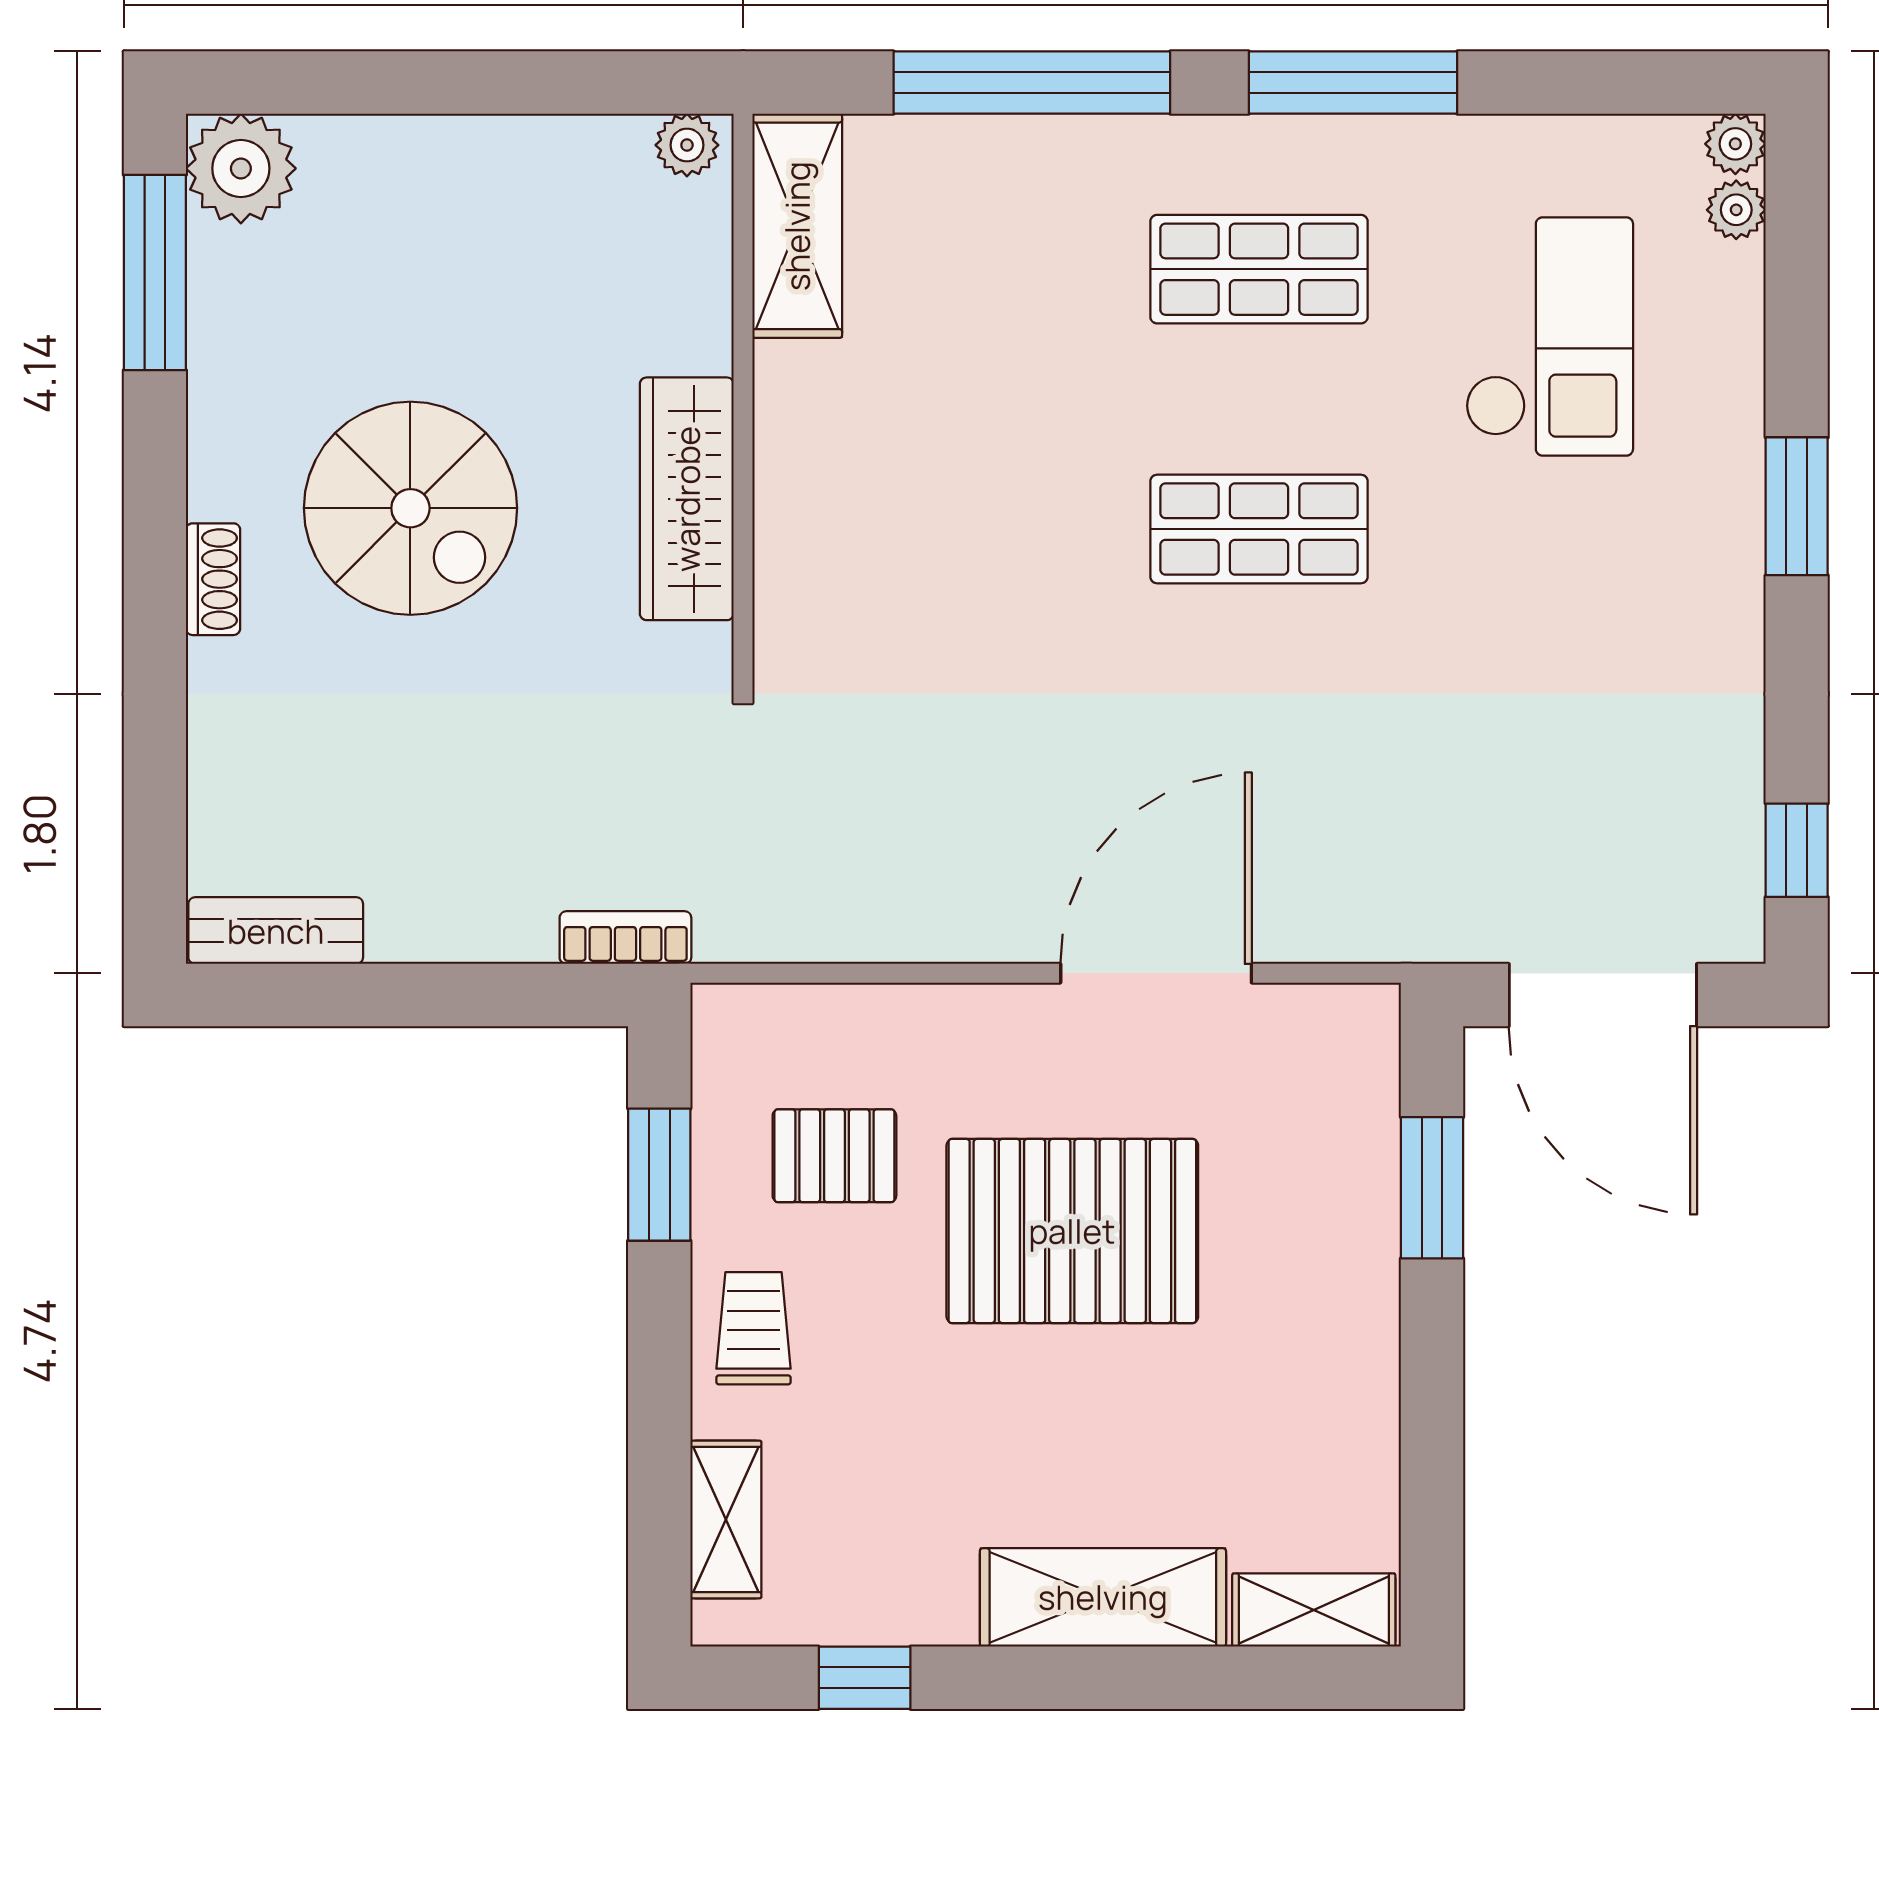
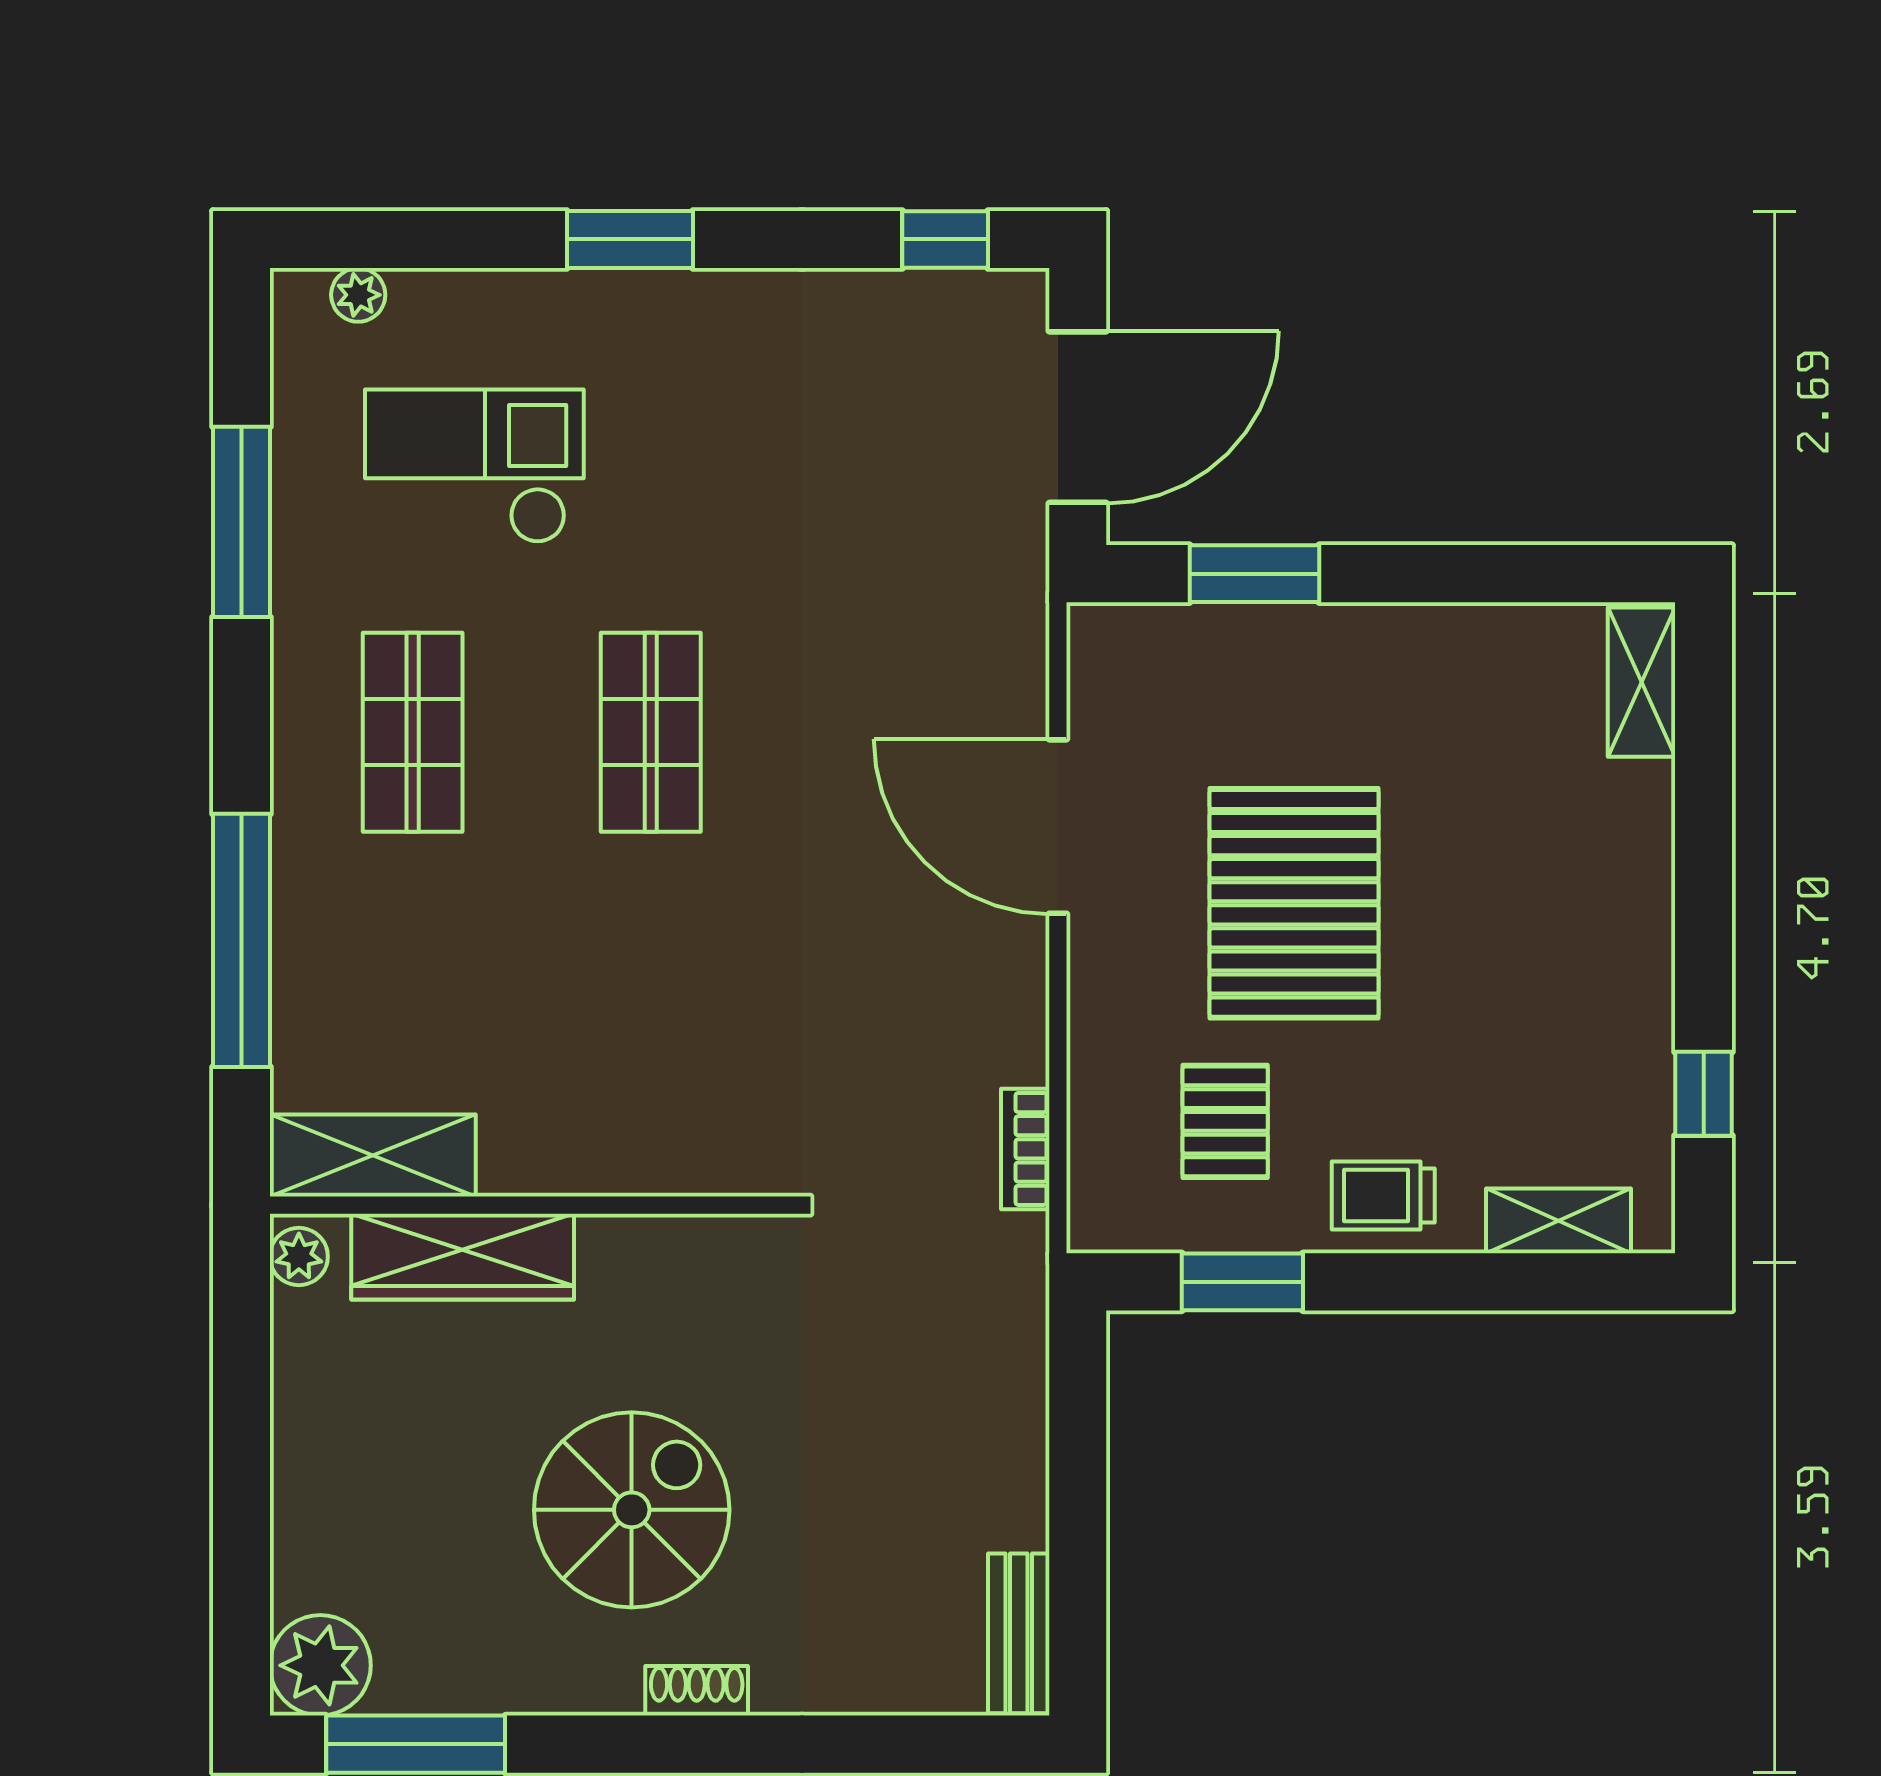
window: (1353, 83) -> (242, 522), moved
plant: (1735, 144) -> (298, 296), removed
wardrobe: (687, 499) -> (463, 1257), moved
bookcase: (625, 938) -> (1025, 1149), moved
shelving: (1103, 1597) -> (1630, 875), removed

